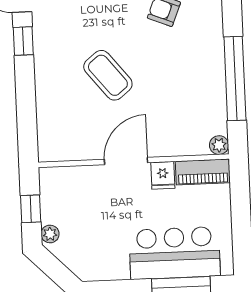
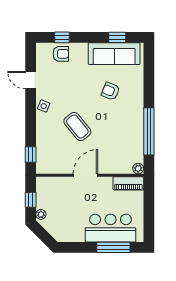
window: (23, 41) -> (31, 154), moved
side table: (47, 42) -> (44, 106), added
fridge: (163, 175) -> (106, 184), removed

